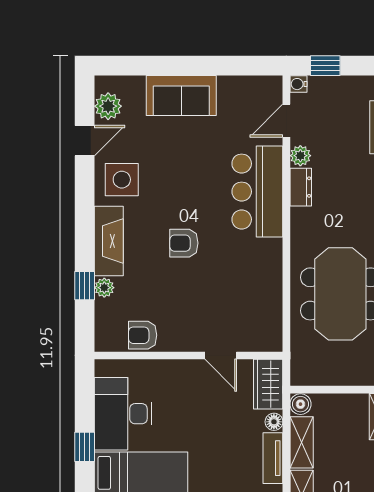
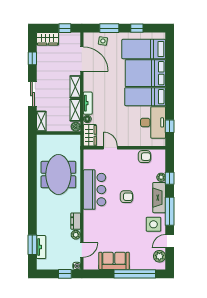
window: (165, 66) -> (135, 274), added
sofa: (181, 96) -> (114, 261), moved
bar counter: (257, 192) -> (95, 190), moved
window: (85, 209) -> (170, 211), added
window: (85, 447) -> (170, 126), moved

